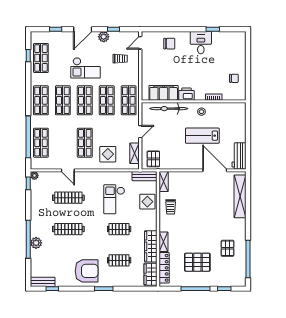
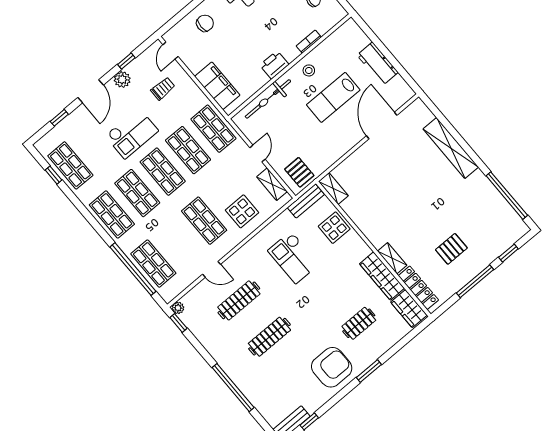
filing cabinet: (164, 93) -> (217, 86), moved, turned 90
workbench: (239, 156) -> (378, 64), moved
door: (215, 170) -> (382, 126), hinge flipped
shelving: (240, 196) -> (451, 148), moved
trolley: (171, 207) -> (366, 211), removed
clothes rail: (119, 229) -> (328, 287), removed
plant: (36, 243) -> (246, 384), removed
pallet: (227, 248) -> (473, 203), removed
pallet: (197, 262) -> (451, 249), width x0.67, depth x0.71

